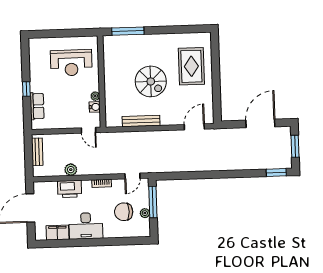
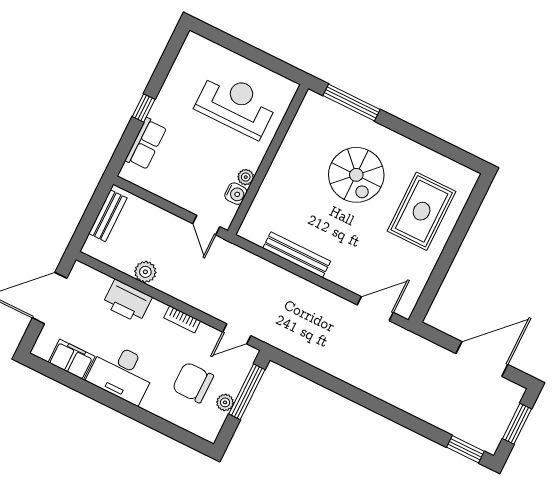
reception desk: (71, 63) -> (236, 105), turned 180
spiral stairs: (151, 81) -> (356, 175), moved

